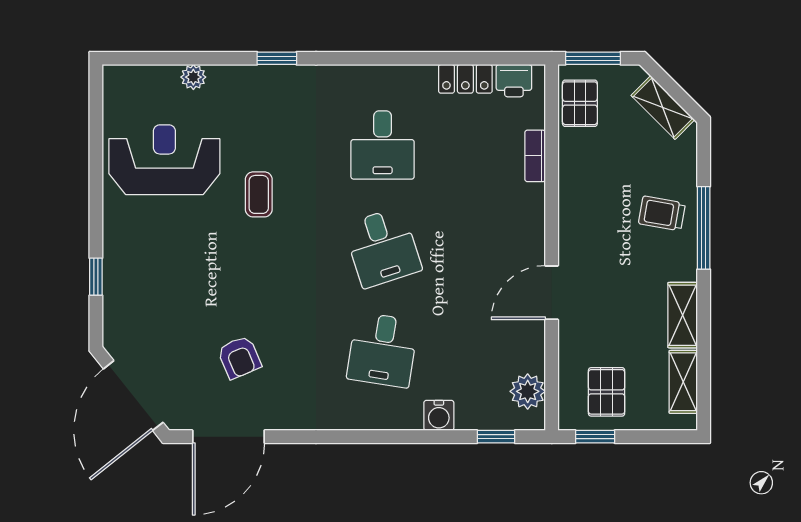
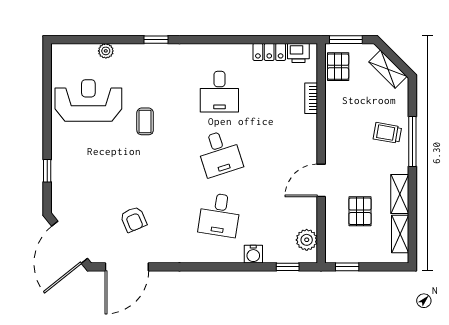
pallet: (607, 392) -> (360, 211), moved

